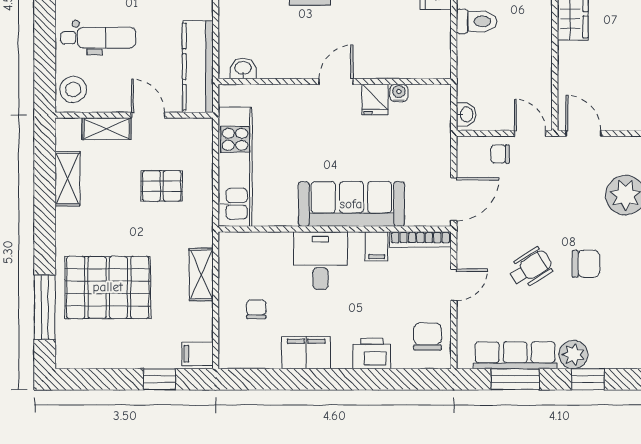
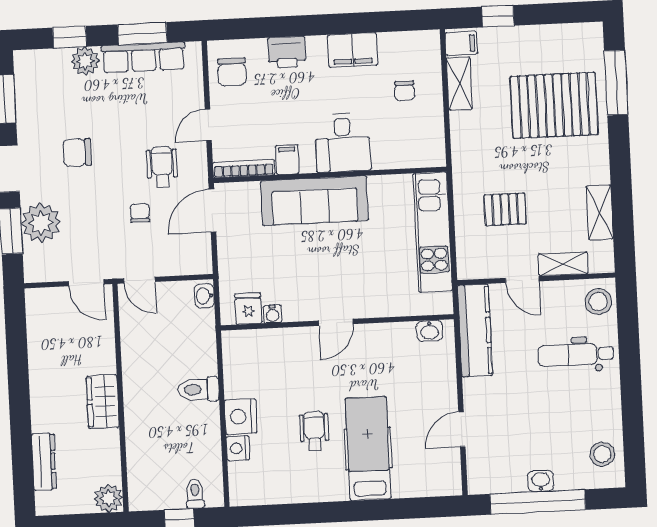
fridge: (375, 99) -> (248, 309), moved
chair: (500, 154) -> (140, 213), moved, turned -90
wheelchair: (530, 268) -> (162, 167), moved, turned 122
shelving: (201, 274) -> (459, 84), moved

